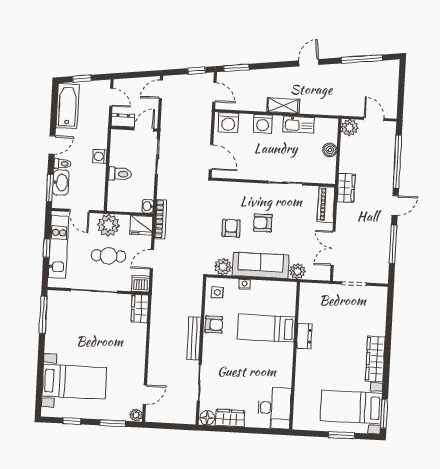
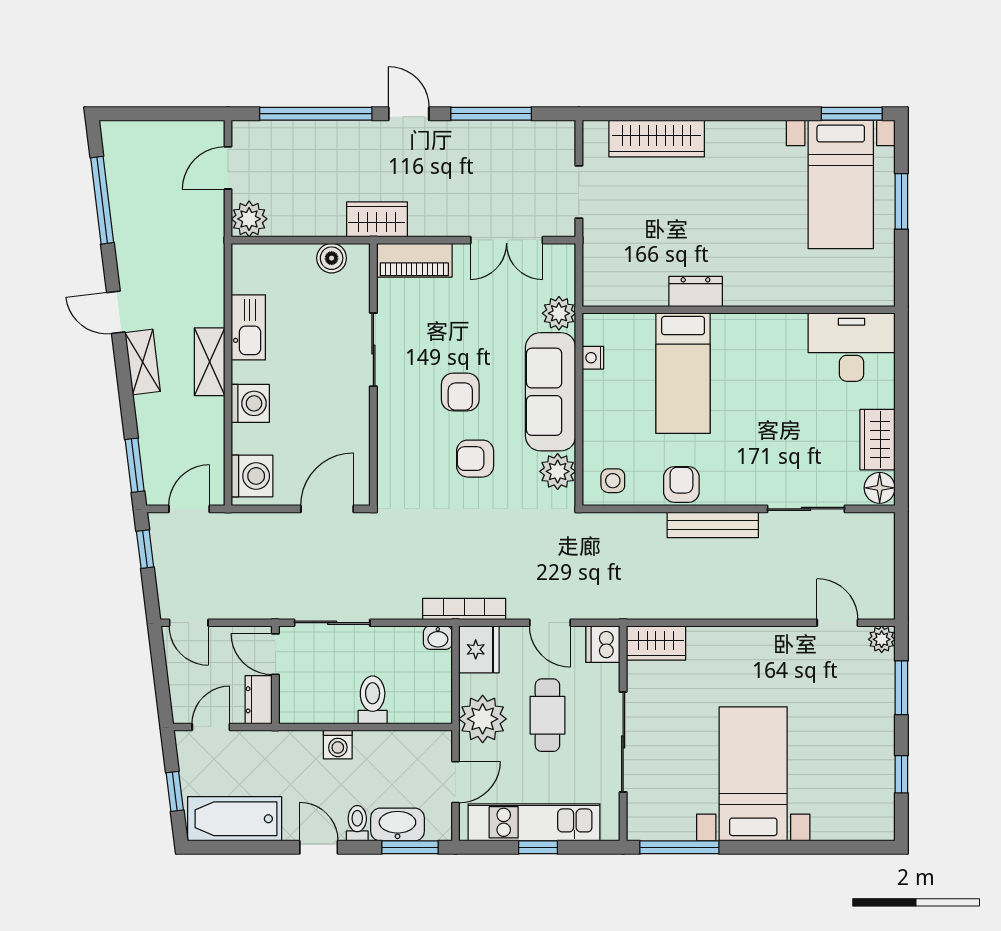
shelving: (285, 74) -> (143, 362), added
boiler: (330, 150) -> (332, 258), moved
nightstand: (245, 284) -> (593, 358), moved
wardrobe: (375, 359) -> (657, 138), moved
bed with nightstands: (74, 382) -> (753, 774), moved

